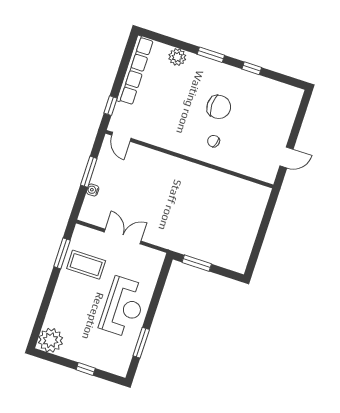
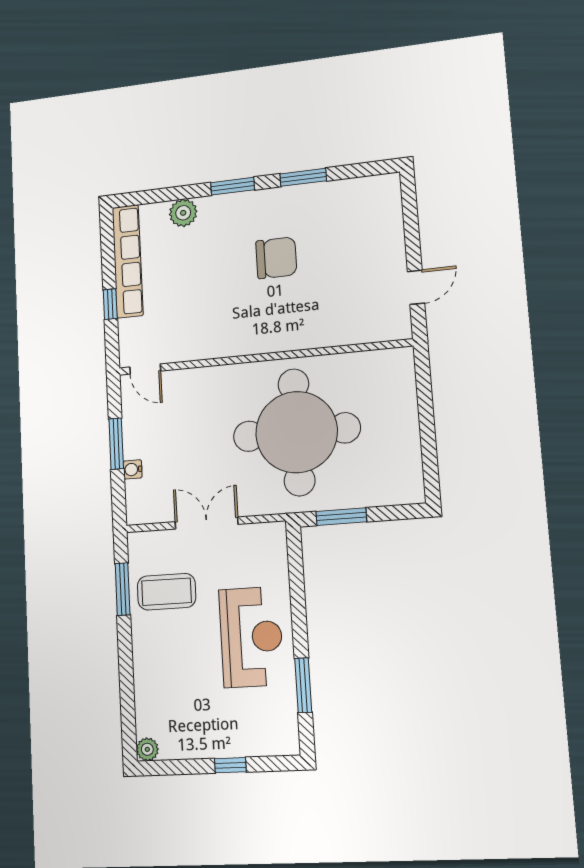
window: (252, 68) -> (303, 177), width x1.50
window: (111, 106) -> (110, 304), moved
chair: (214, 141) -> (290, 313), removed
round table: (191, 208) -> (296, 432), added
plant: (51, 340) -> (147, 749), width x0.53, depth x0.53

